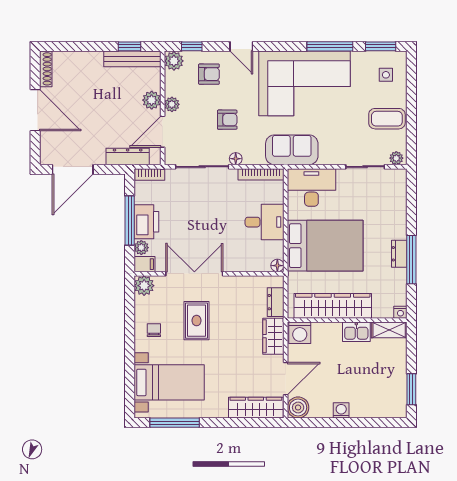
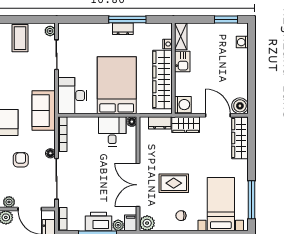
desk: (265, 222) -> (112, 131), moved
nightstand: (400, 312) -> (167, 44), moved
washing machine: (341, 410) -> (242, 42), moved

